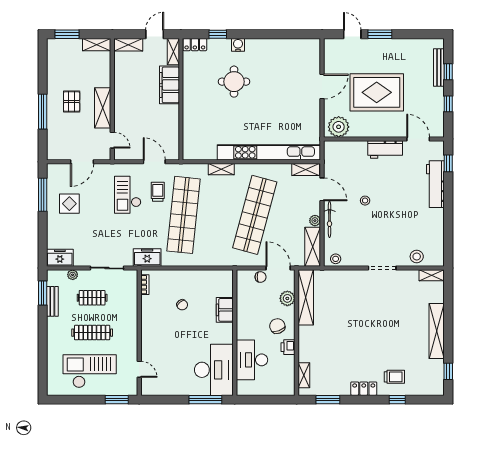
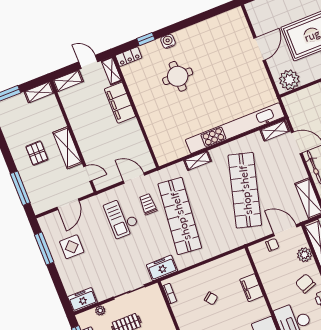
door: (155, 34) -> (88, 62), hinge flipped
window: (43, 112) -> (20, 188), moved
plant: (315, 221) -> (302, 174), removed

